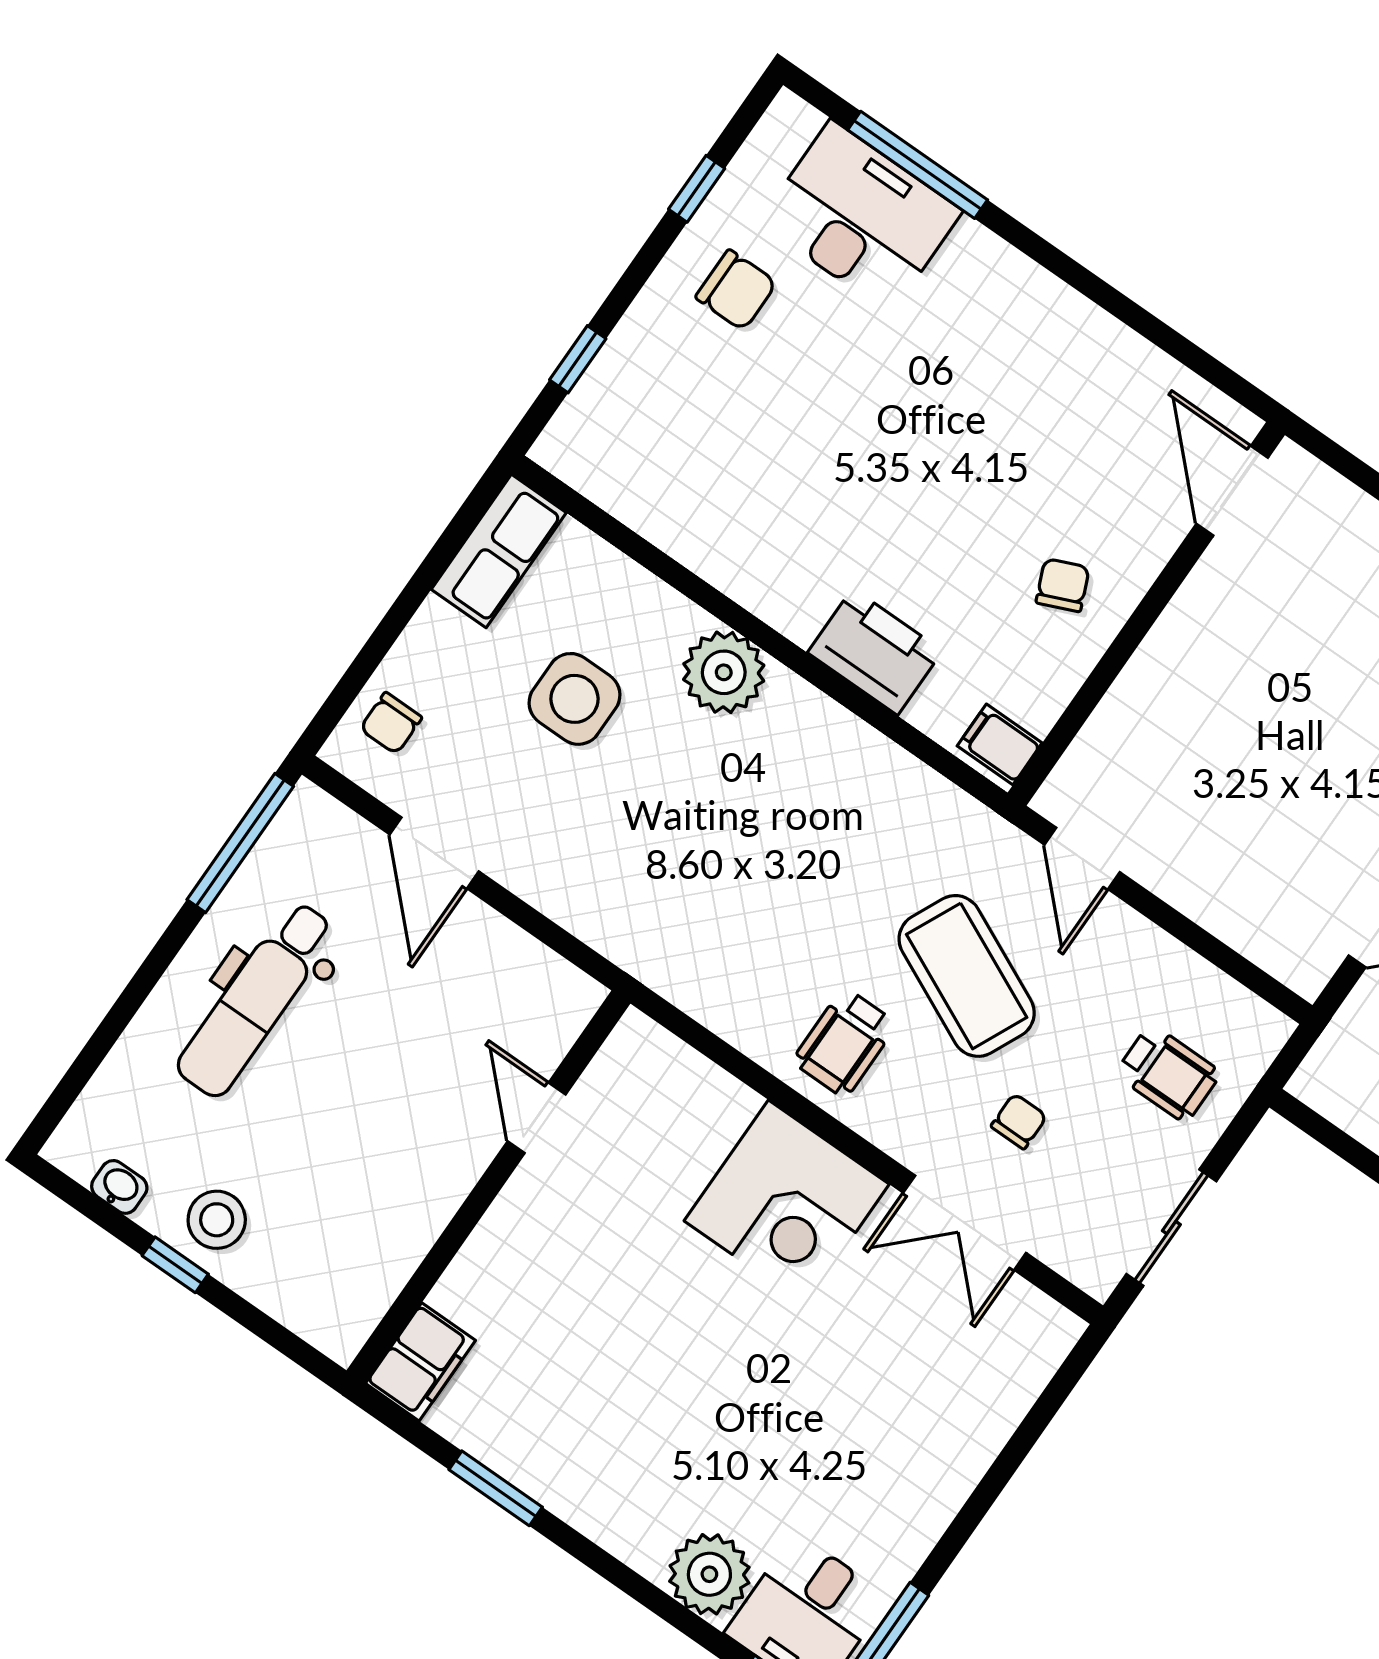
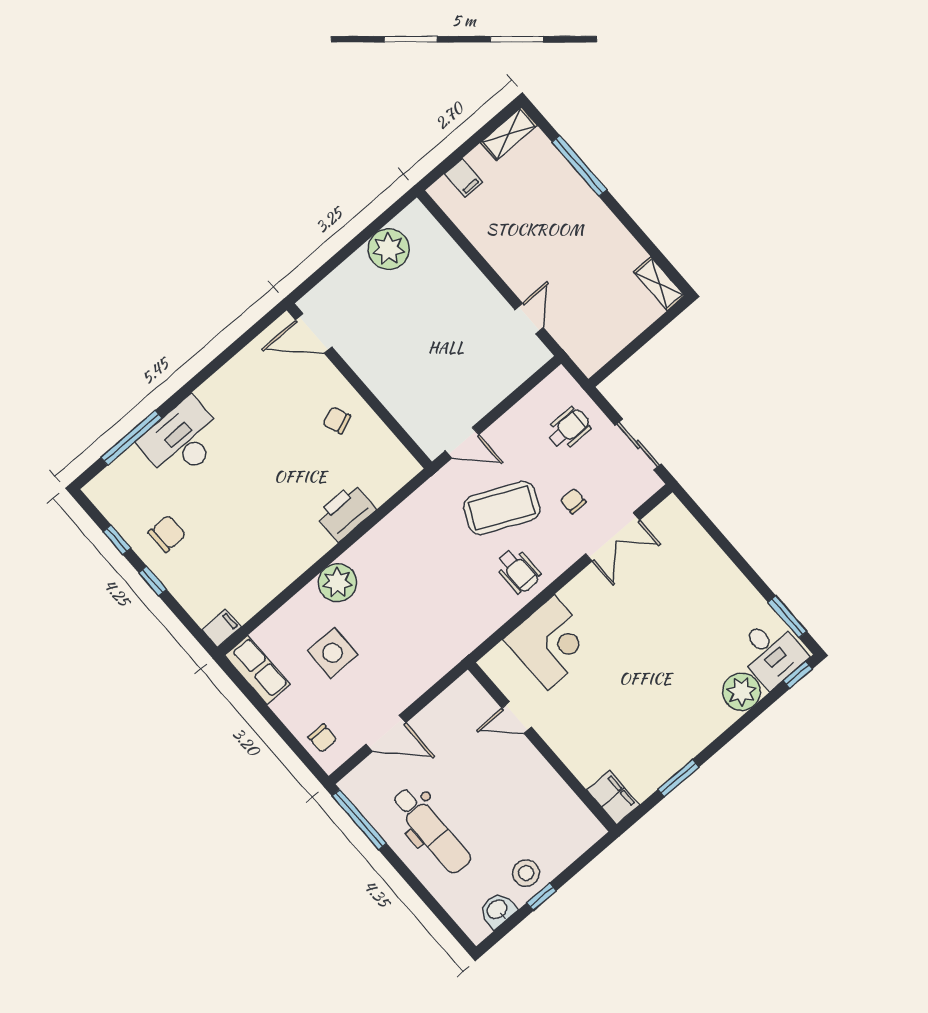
desk: (861, 217) -> (182, 440), moved
window: (578, 359) -> (153, 581), moved
filing cabinet: (1000, 744) -> (222, 628), moved, turned 180
washbasin: (119, 1187) -> (497, 910), width x1.38, depth x1.45
corner desk: (787, 1202) -> (551, 643), moved

